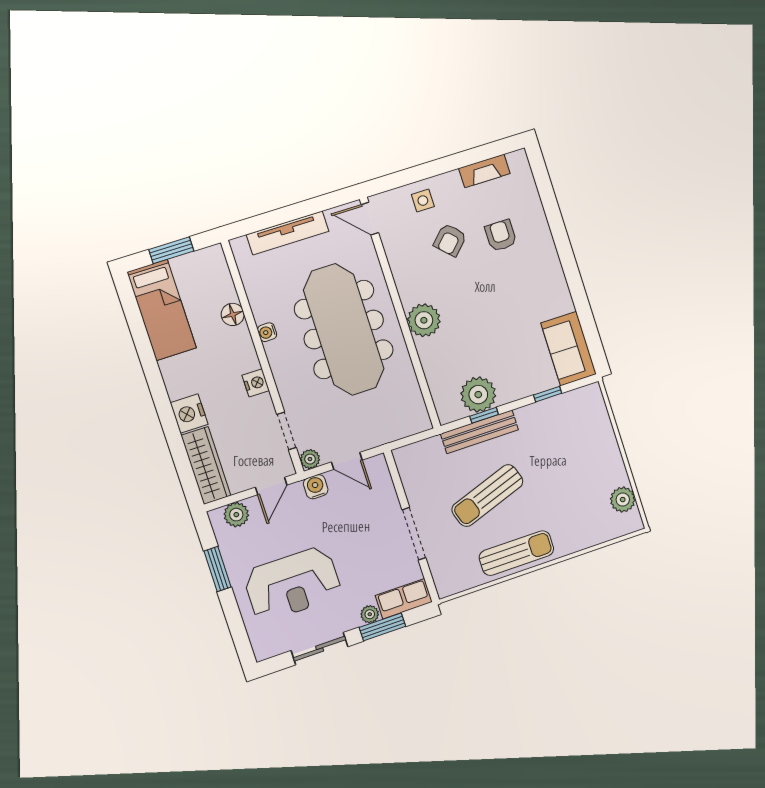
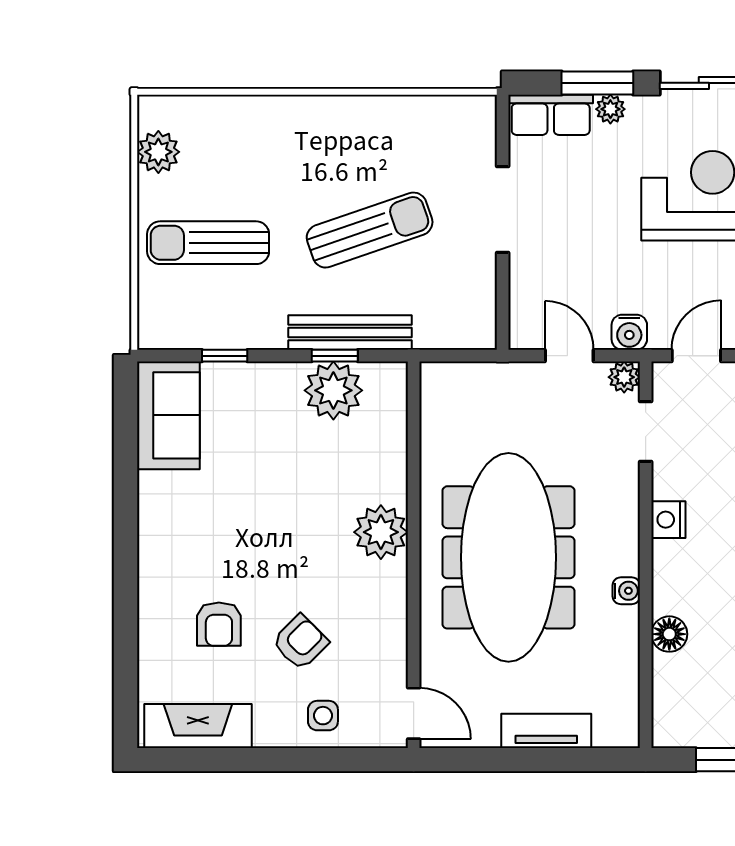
fireplace: (484, 171) -> (198, 726), width x1.37, depth x1.32
tv unit: (288, 233) -> (546, 731), width x0.71
sun lounger: (516, 553) -> (208, 243), moved

